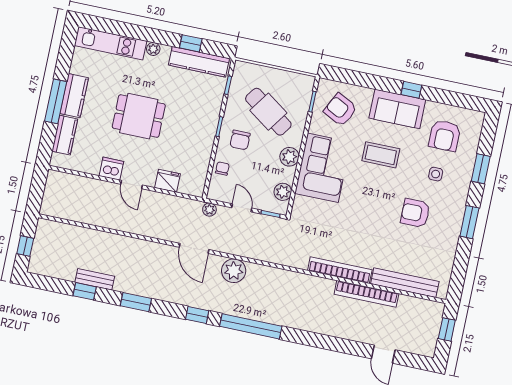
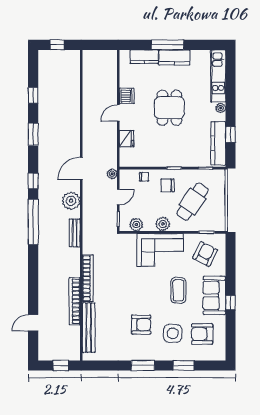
side table: (436, 174) -> (173, 333), width x1.87, depth x1.87
armchair: (415, 213) -> (141, 325), turned 90
bench: (95, 279) -> (75, 233), moved

